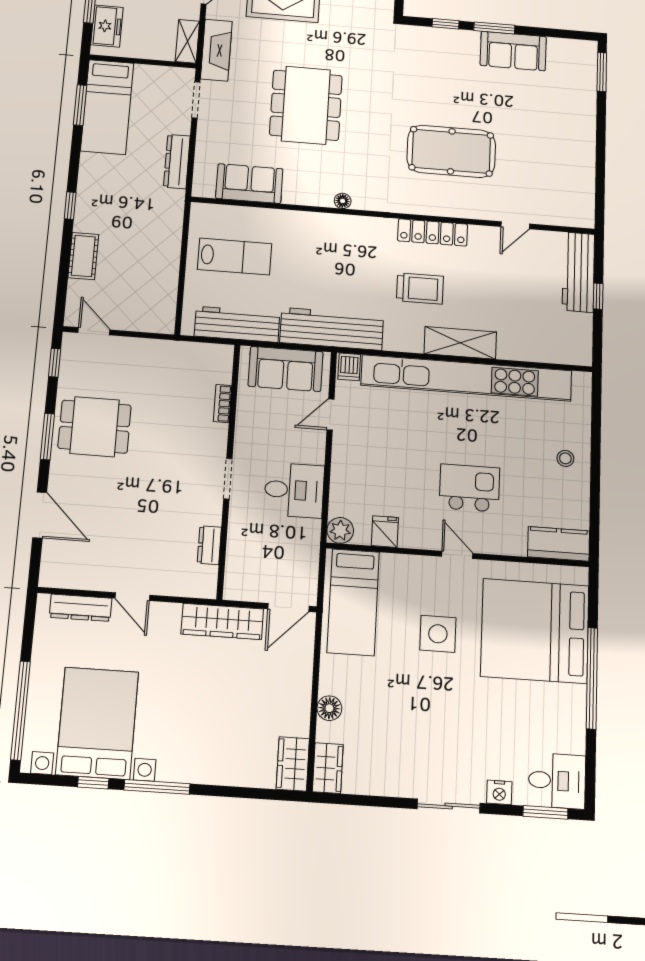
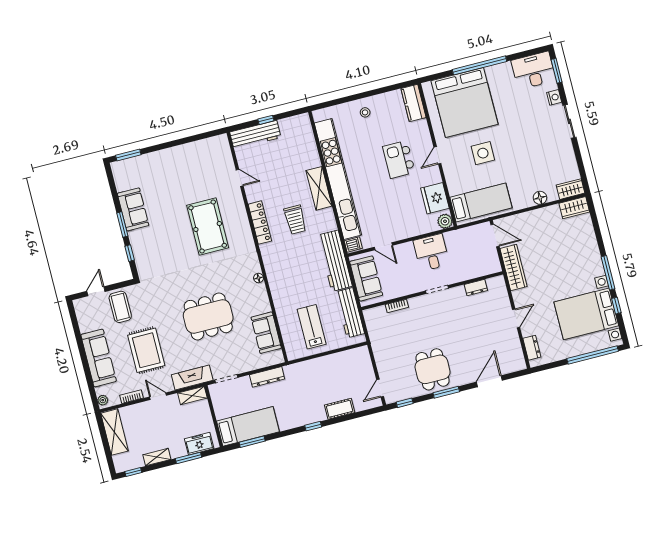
trolley: (420, 288) -> (295, 220), turned 180
fridge: (385, 532) -> (435, 198), width x1.88, depth x1.34
dresser: (81, 608) -> (532, 348), width x0.70
desk: (557, 781) -> (533, 70), width x1.37

